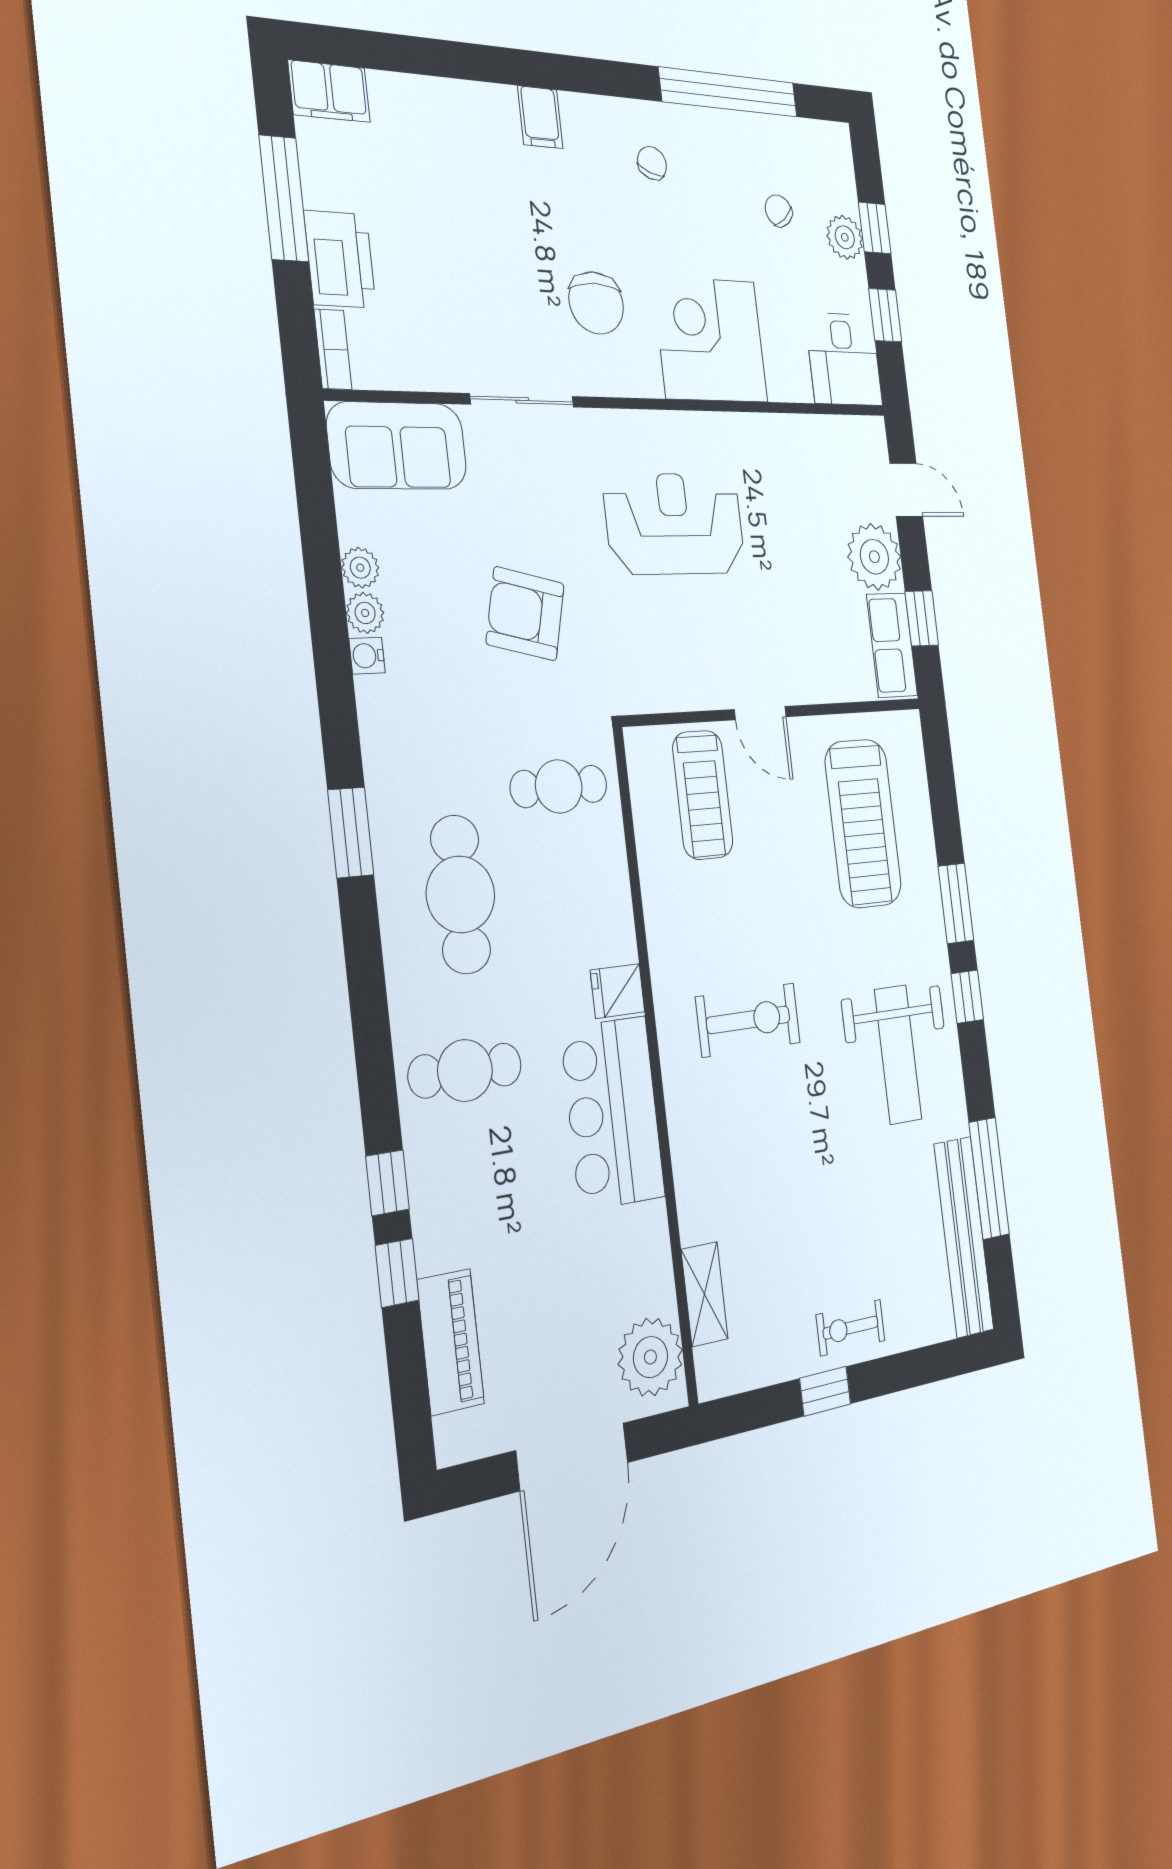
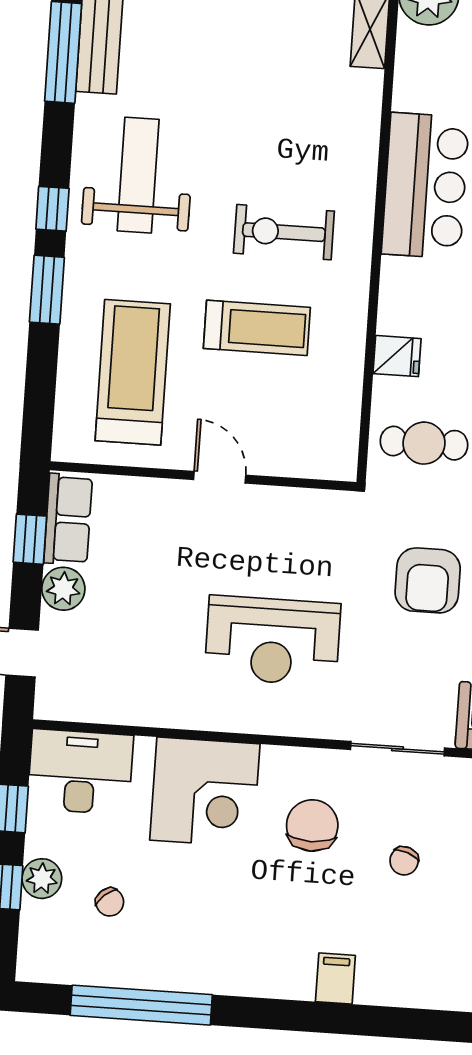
chair: (652, 163) -> (404, 861), moved
desk: (844, 359) -> (80, 772), width x1.37
plant: (874, 557) -> (63, 589), width x0.73, depth x0.73
armchair: (525, 614) -> (428, 580), turned 76
treadmill: (703, 795) -> (257, 328), moved, turned 90
fridge: (618, 991) -> (397, 356), moved

